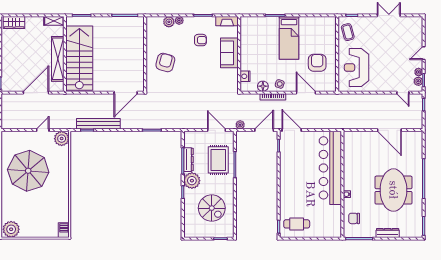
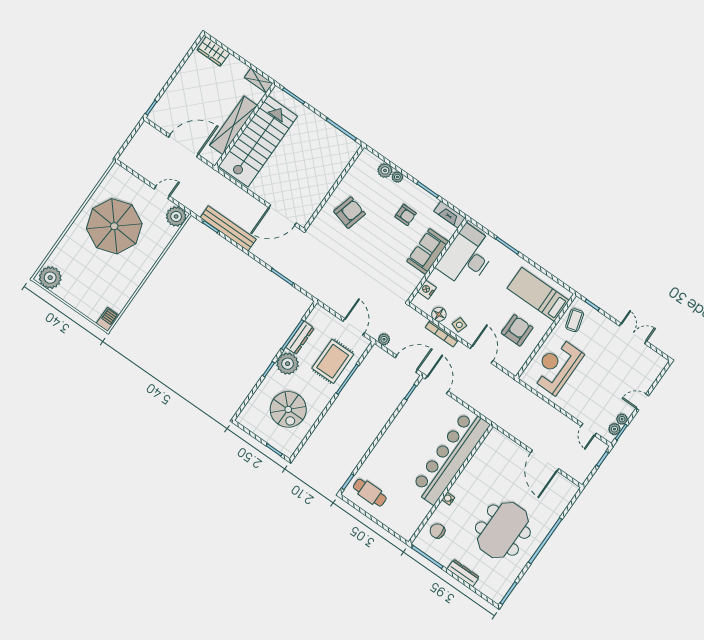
bed: (289, 38) -> (538, 294), moved, turned 90
desk: (255, 39) -> (467, 257), added

